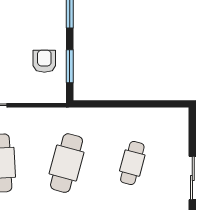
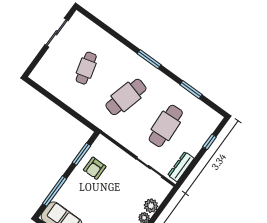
cafe table: (132, 163) -> (86, 68), turned -30

